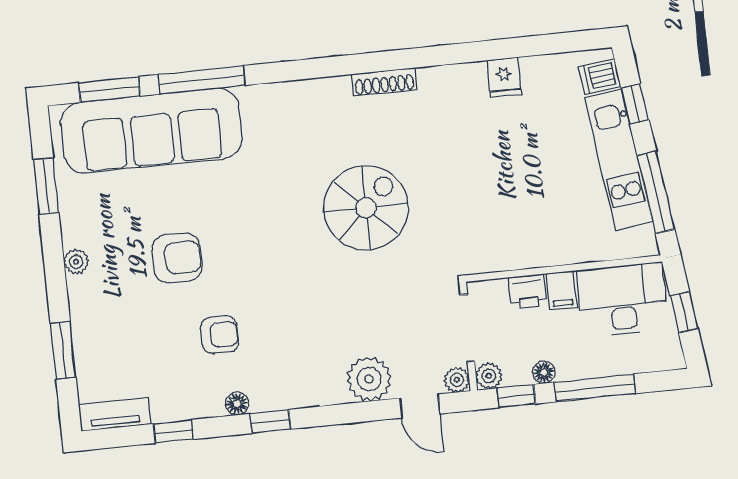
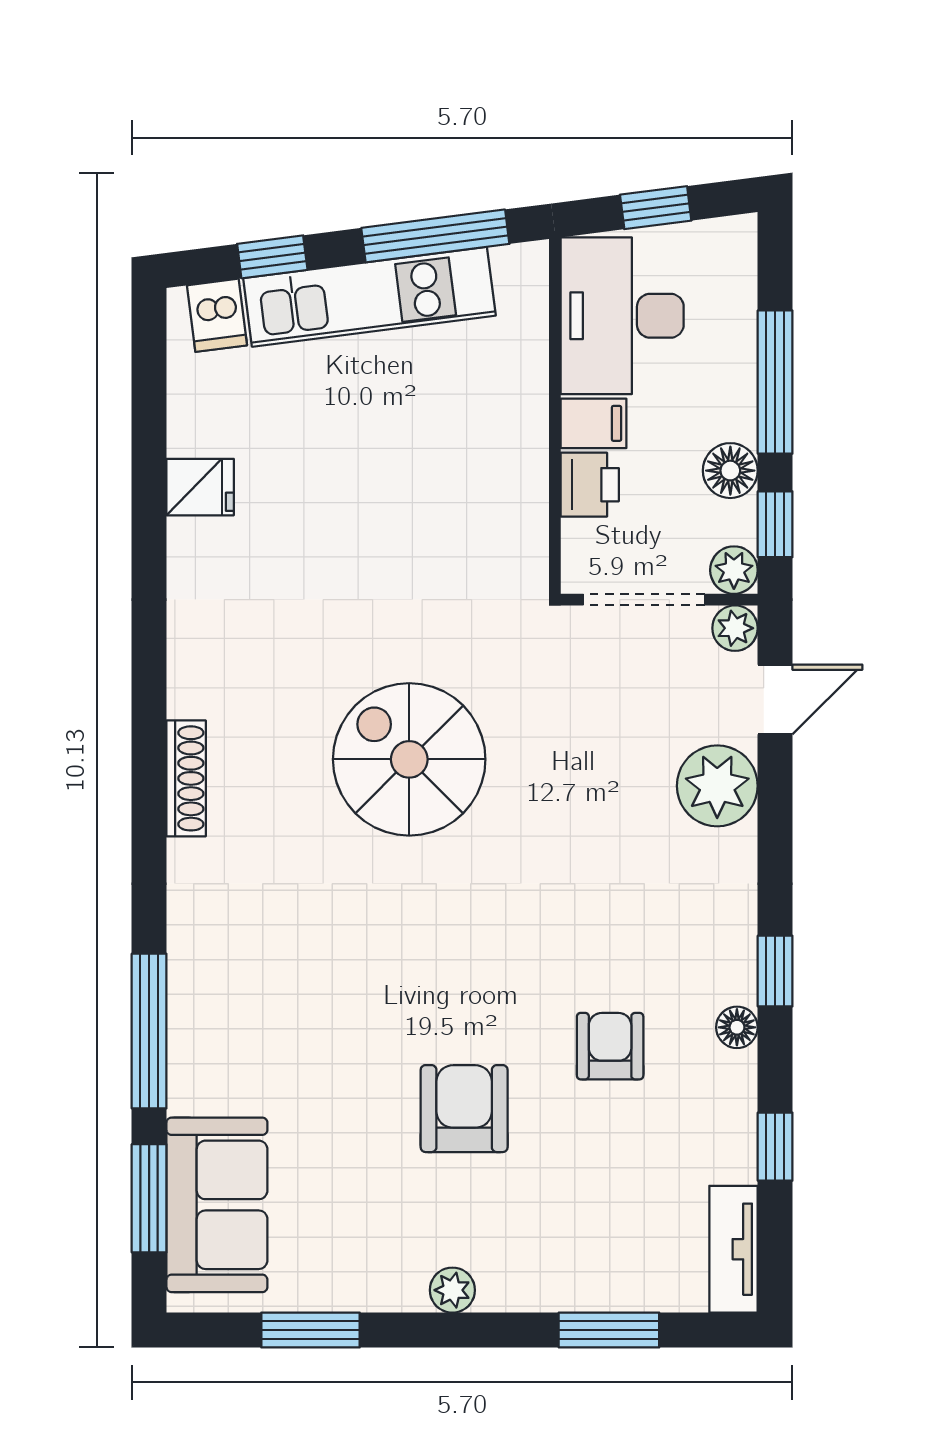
shoe rack: (384, 82) -> (186, 778), moved
sofa: (151, 131) -> (217, 1205), width x0.54, depth x0.79
floor lamp: (544, 372) -> (730, 471), width x1.37, depth x1.37

